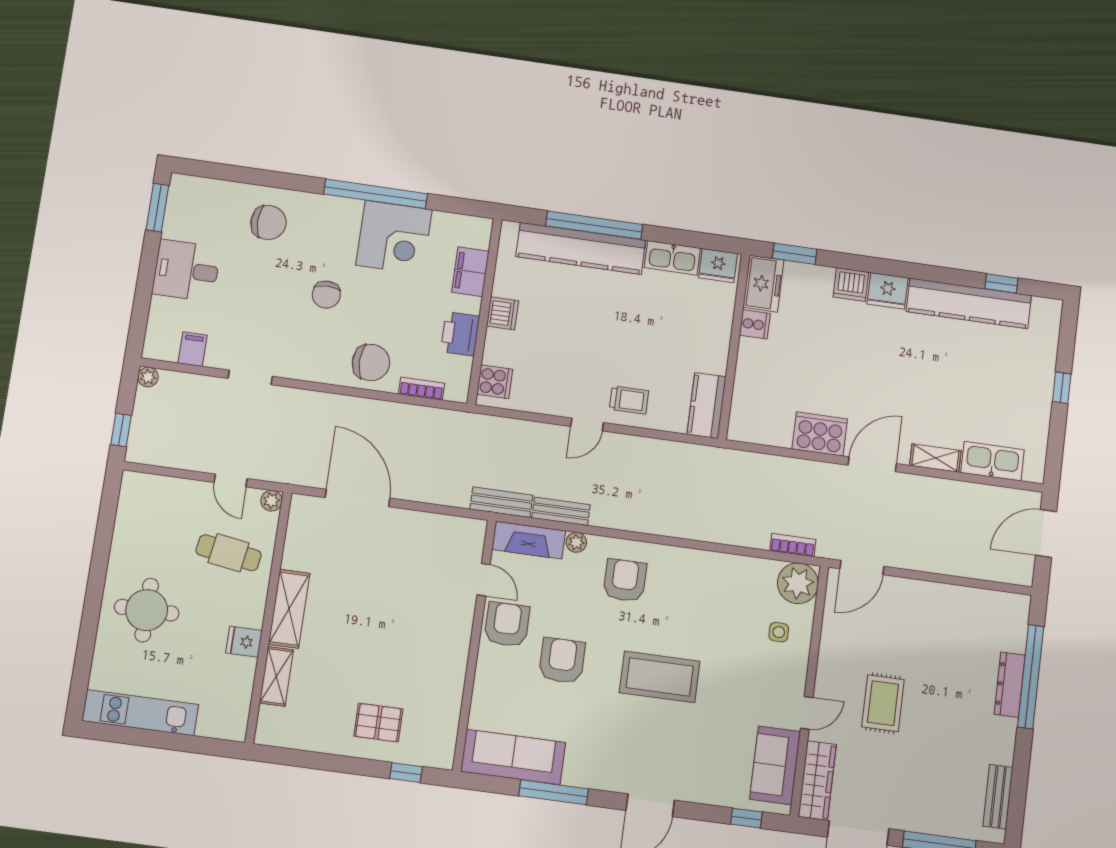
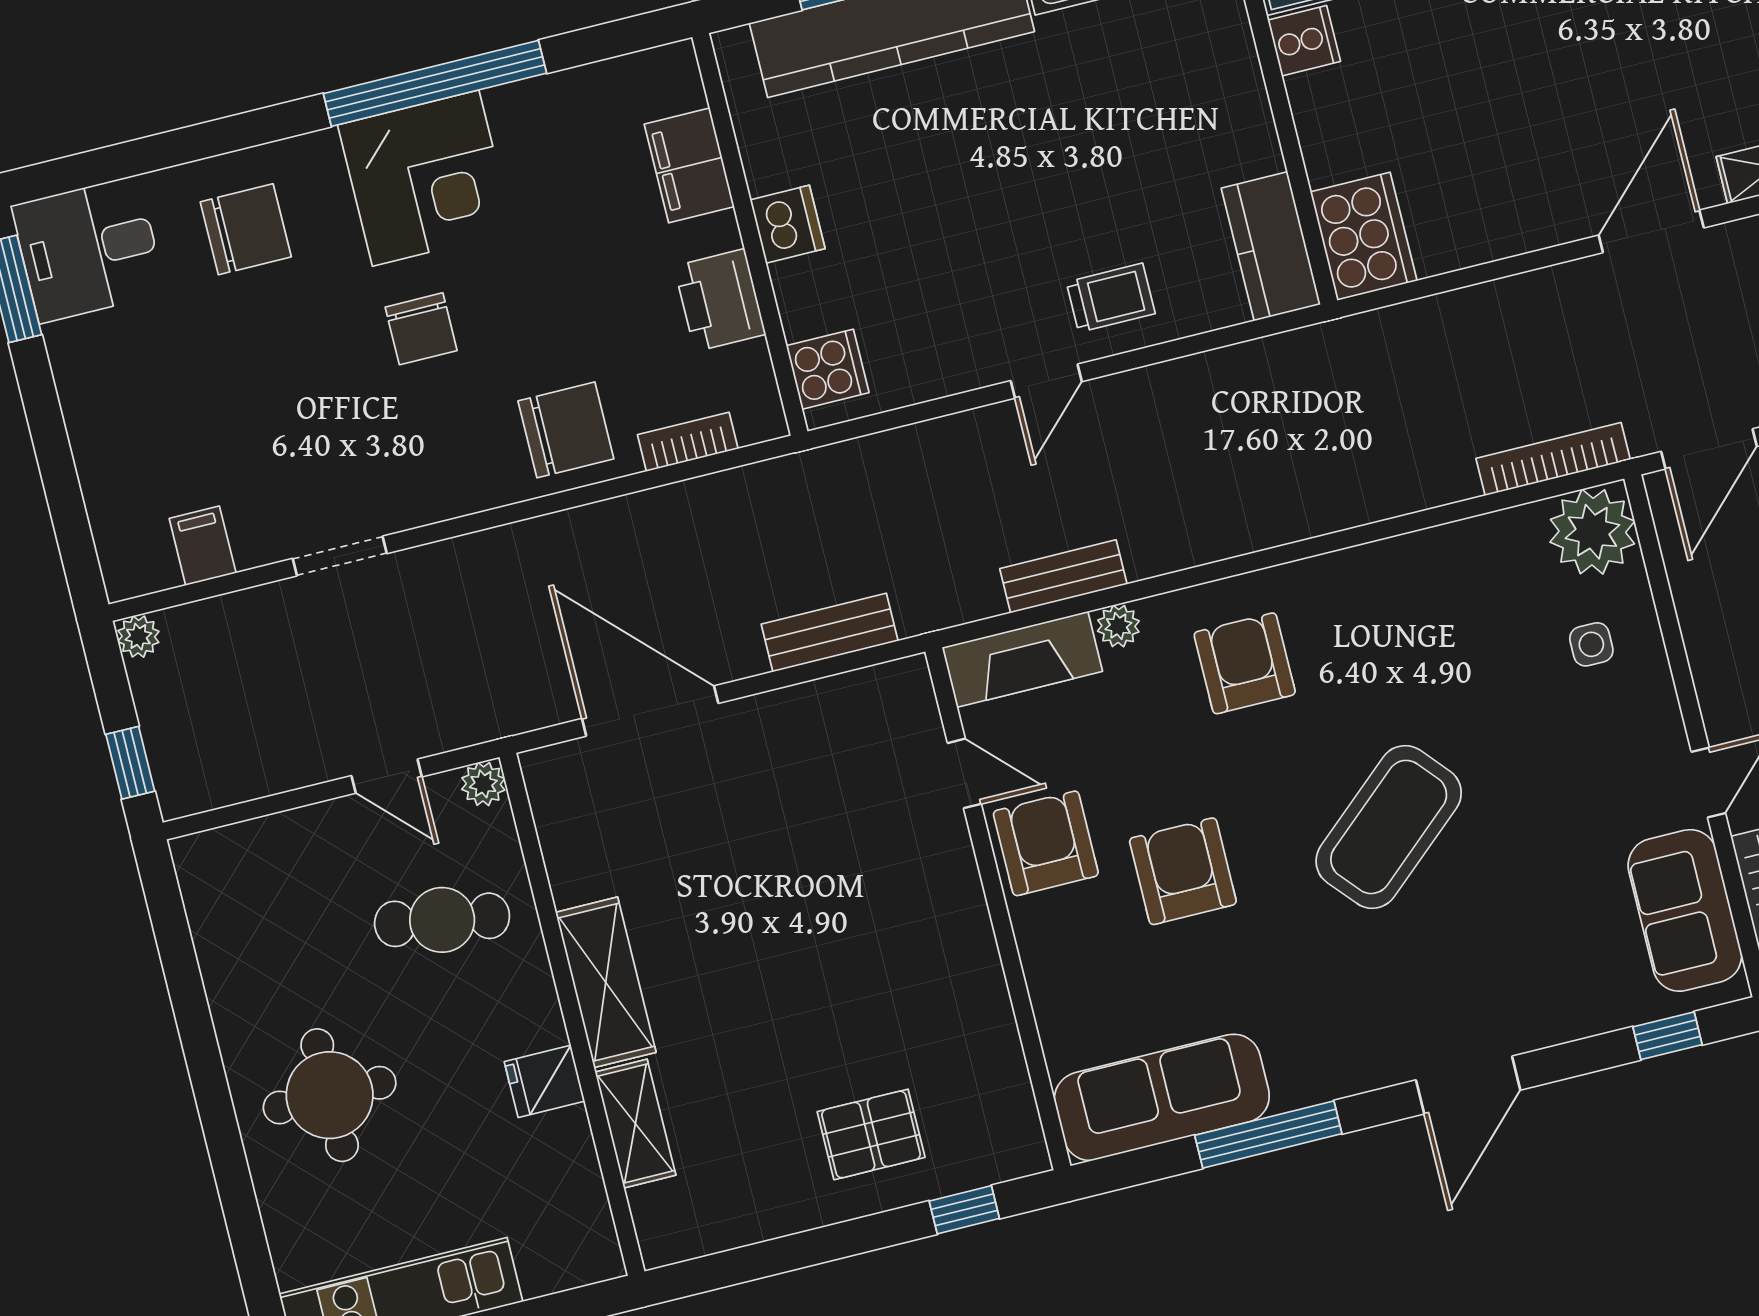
corner desk: (394, 237) -> (426, 178), moved
desk: (186, 270) -> (88, 249), moved
cooker: (820, 434) -> (1364, 236), moved, turned 90
bench: (501, 502) -> (830, 632), moved
bookcase: (793, 545) -> (1553, 459), width x1.56
coffee table: (660, 677) -> (1389, 827), turned -41

